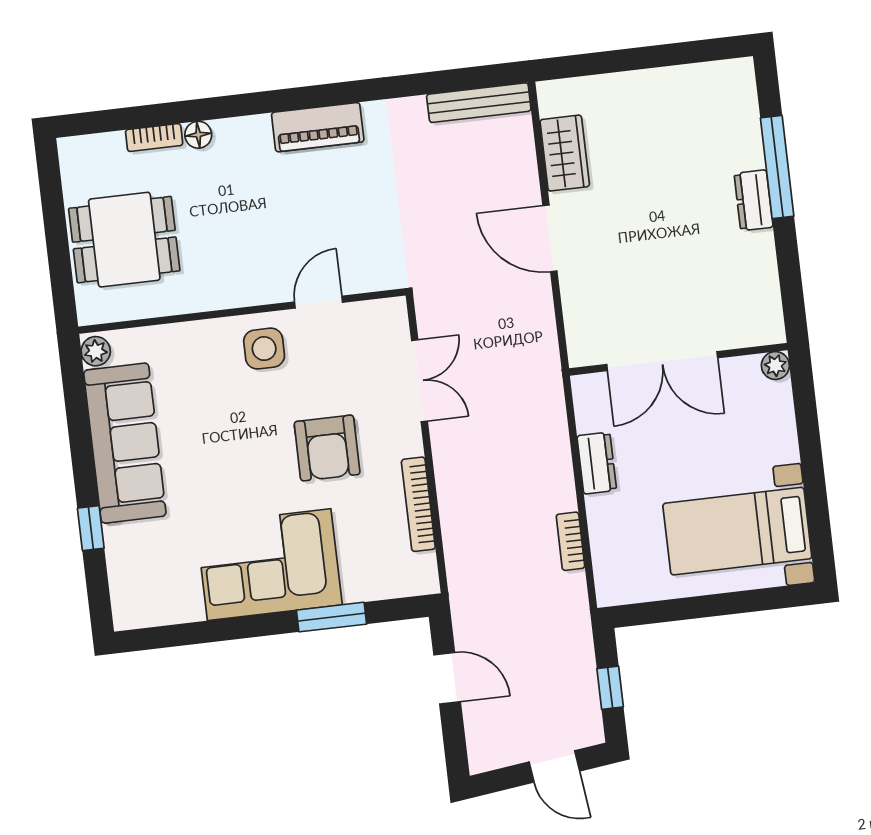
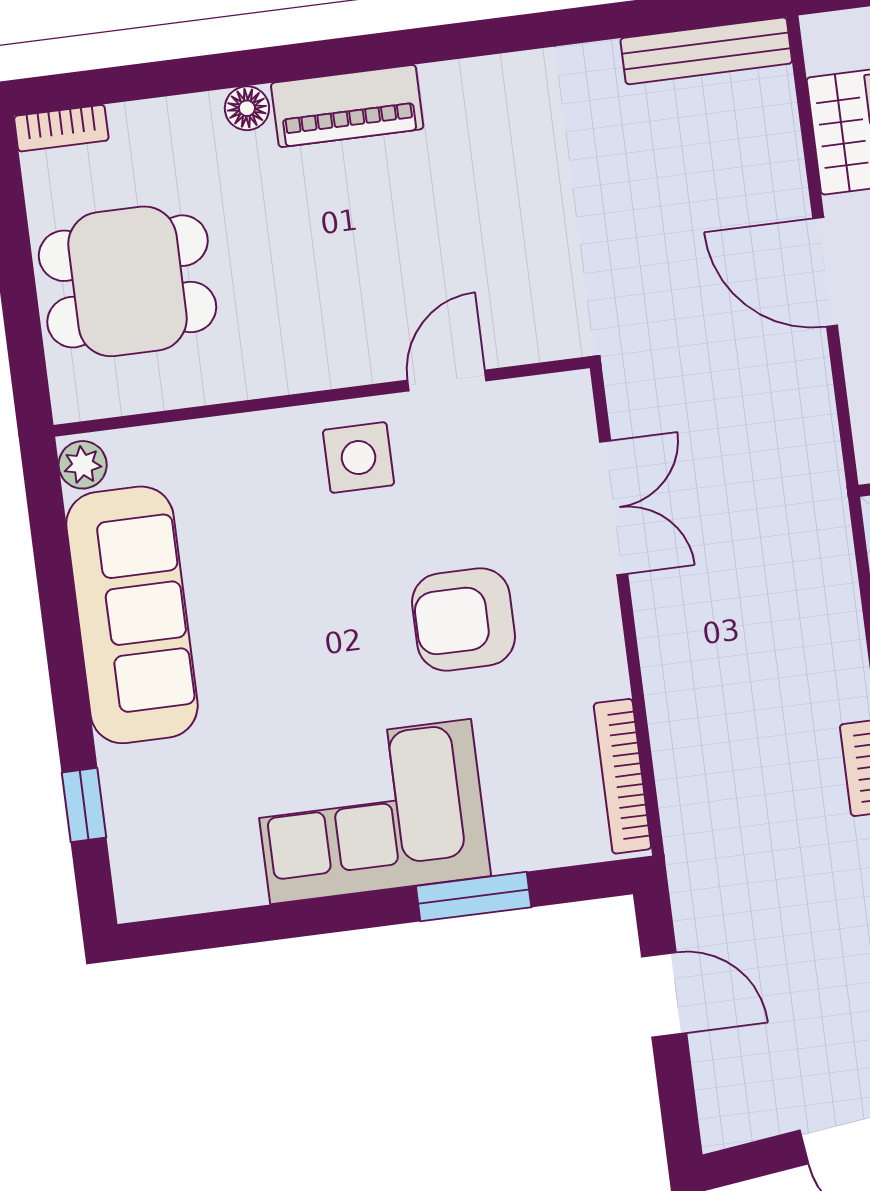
piano: (318, 127) -> (347, 106), moved
bookcase: (154, 138) -> (61, 128), moved
armchair: (327, 448) -> (463, 619), turned 90
bookcase: (418, 504) -> (622, 776), moved
window: (91, 528) -> (84, 805), moved

